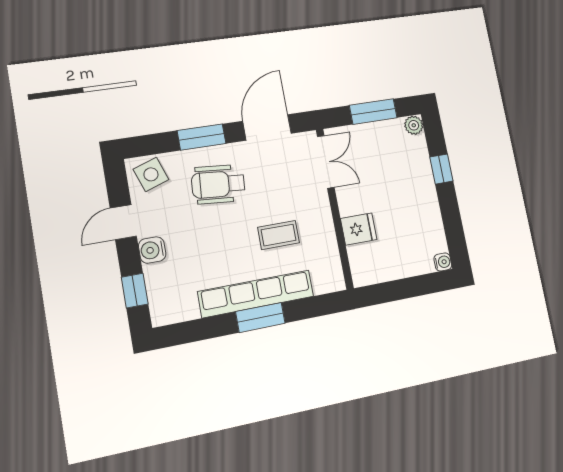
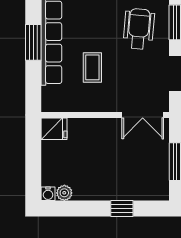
plant: (414, 125) -> (64, 193), moved
fridge: (359, 229) -> (54, 129), moved, turned -90

